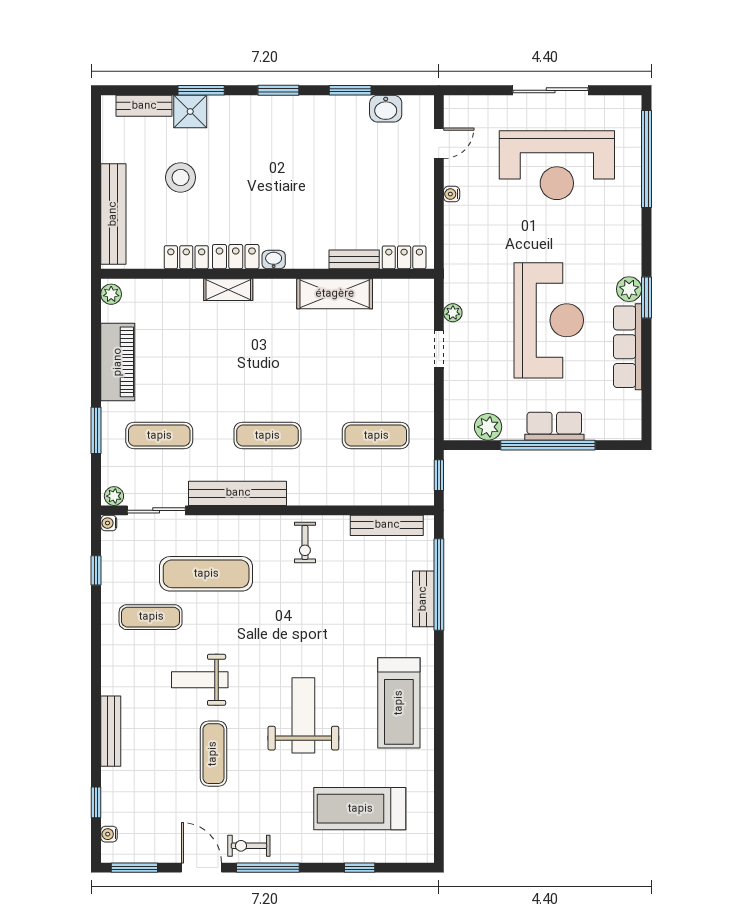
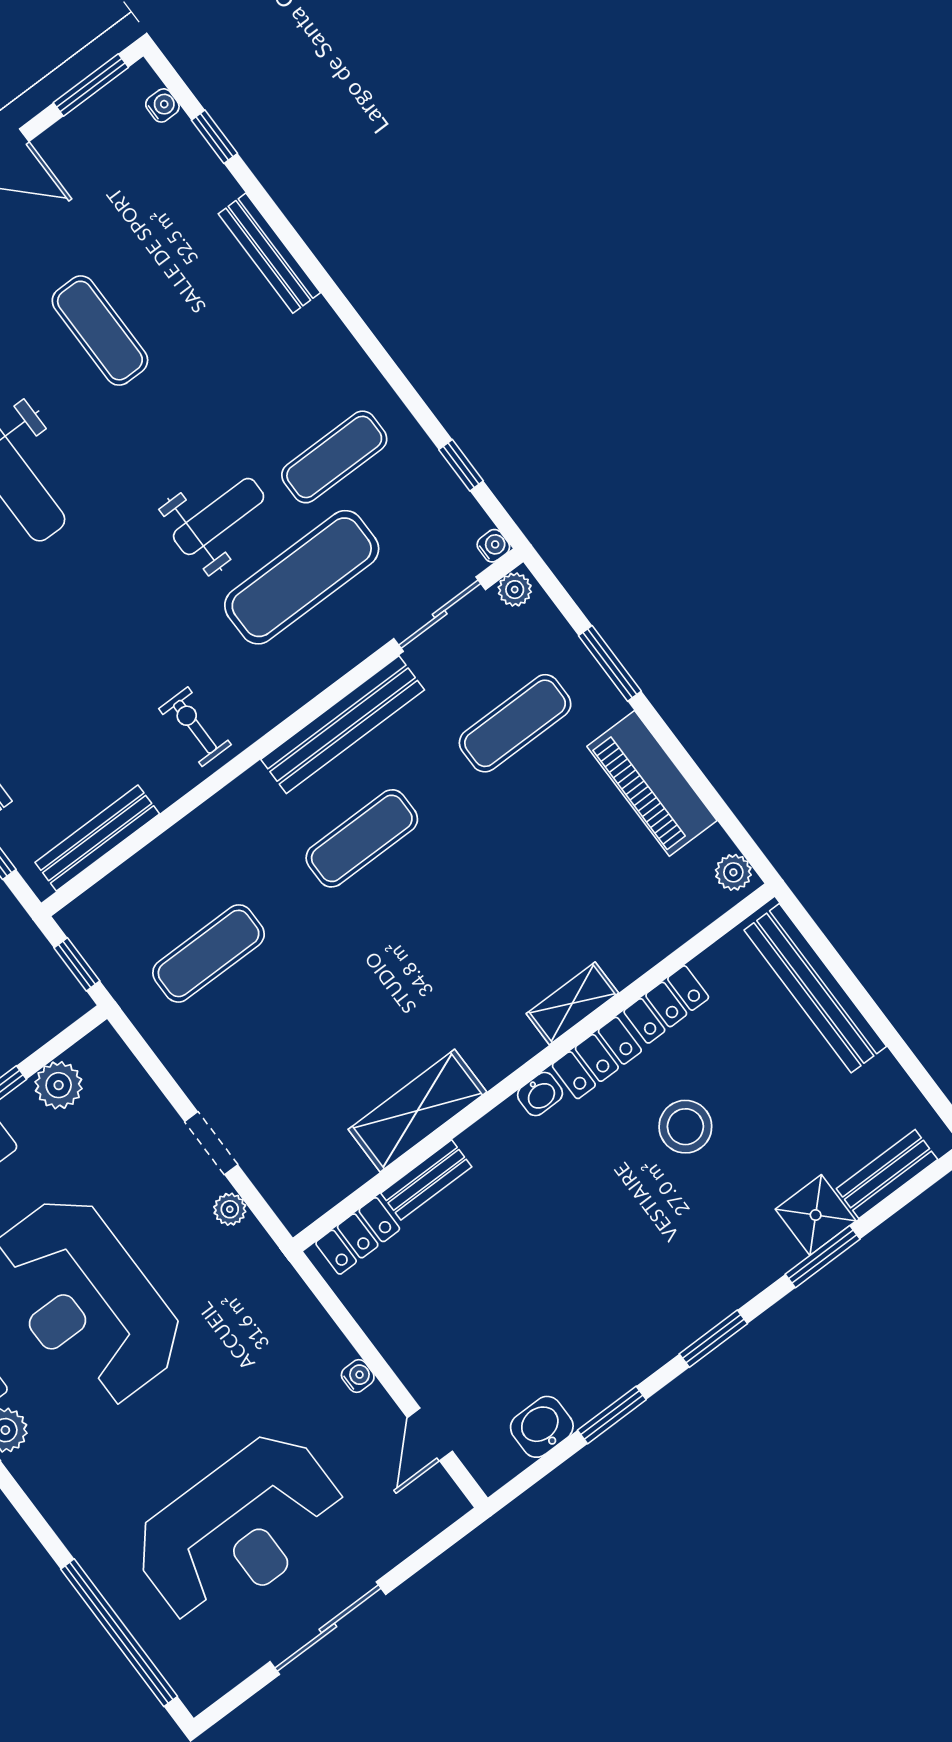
reception desk: (557, 165) -> (239, 1529), turned 180
stool: (181, 177) -> (685, 1127), moved
weight bench: (200, 680) -> (219, 516), moved

